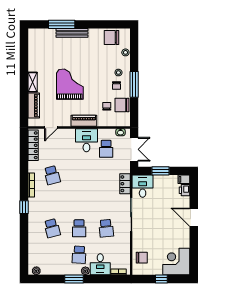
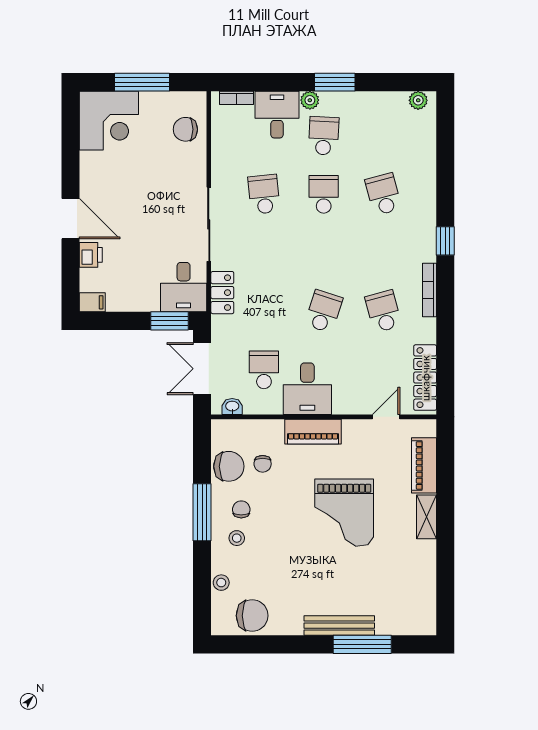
window: (160, 171) -> (170, 321), moved
school desk: (79, 175) -> (324, 311), added
printer: (185, 190) -> (91, 255), moved
window: (161, 279) -> (142, 82), width x2.17

